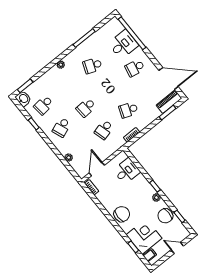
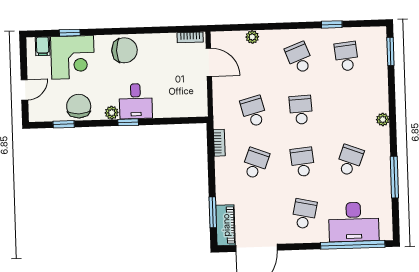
desk: (123, 44) -> (354, 222), width x1.37
school desk: (110, 88) -> (303, 162), added
washbasin: (23, 99) -> (375, 36), removed
desk: (127, 171) -> (136, 101), moved
chair: (122, 214) -> (124, 50), turned -90

